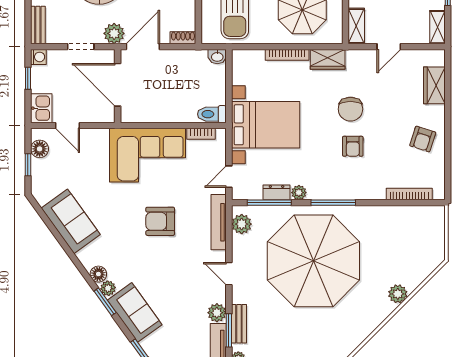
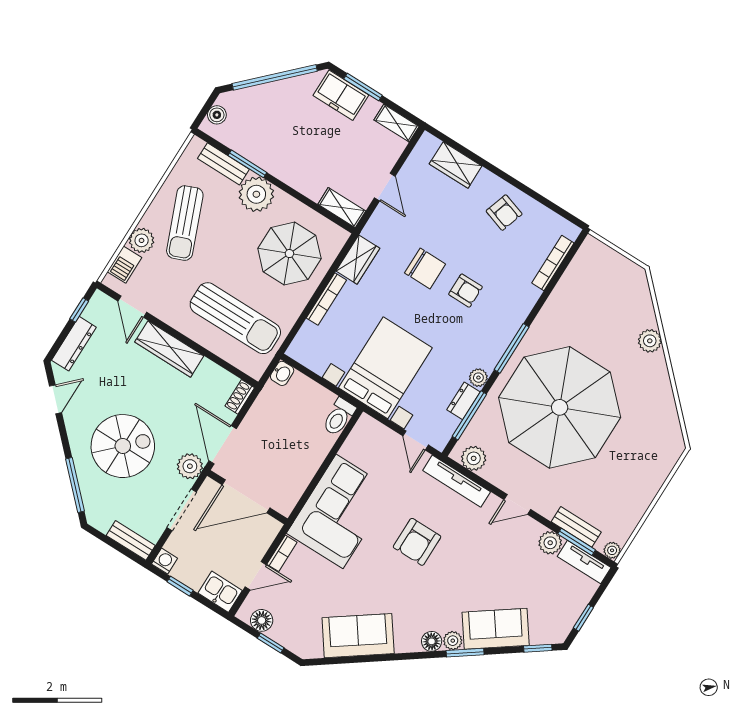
doorway: (81, 47) -> (182, 510), width x1.38
bookcase: (201, 134) -> (282, 553), moved

